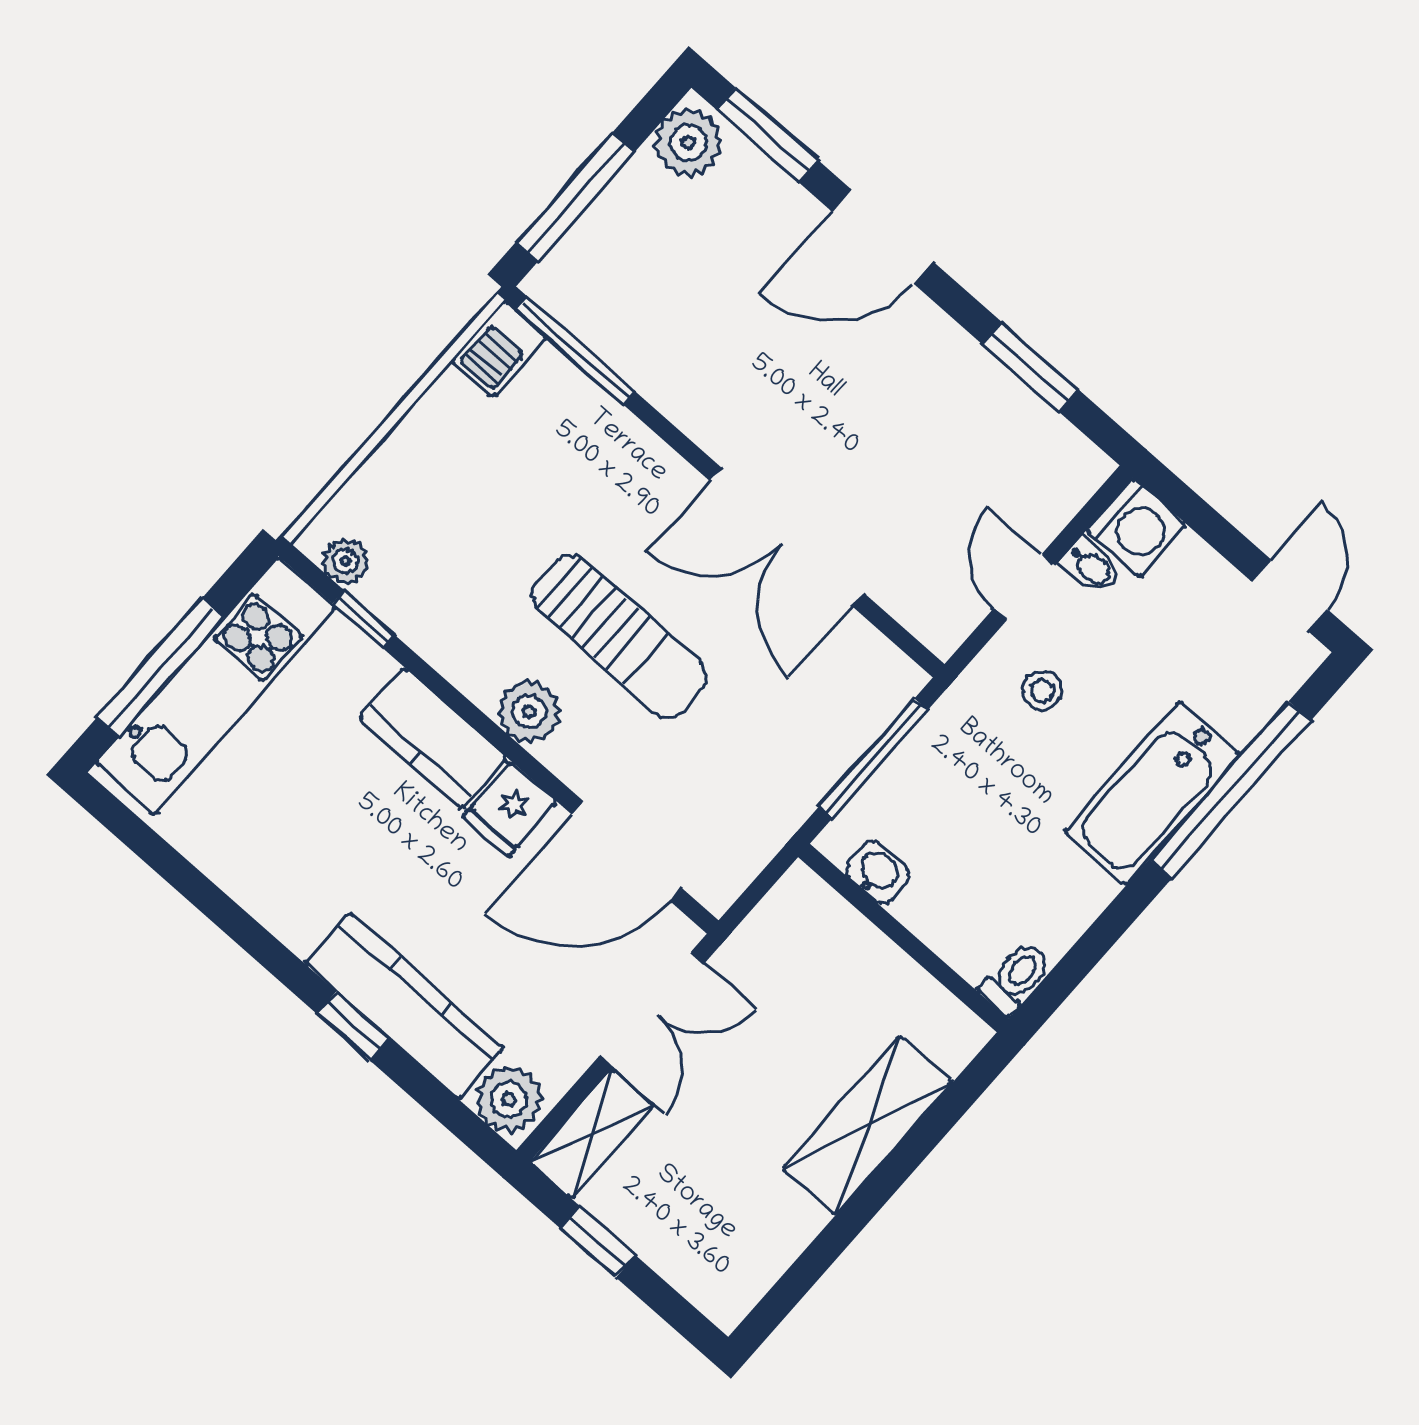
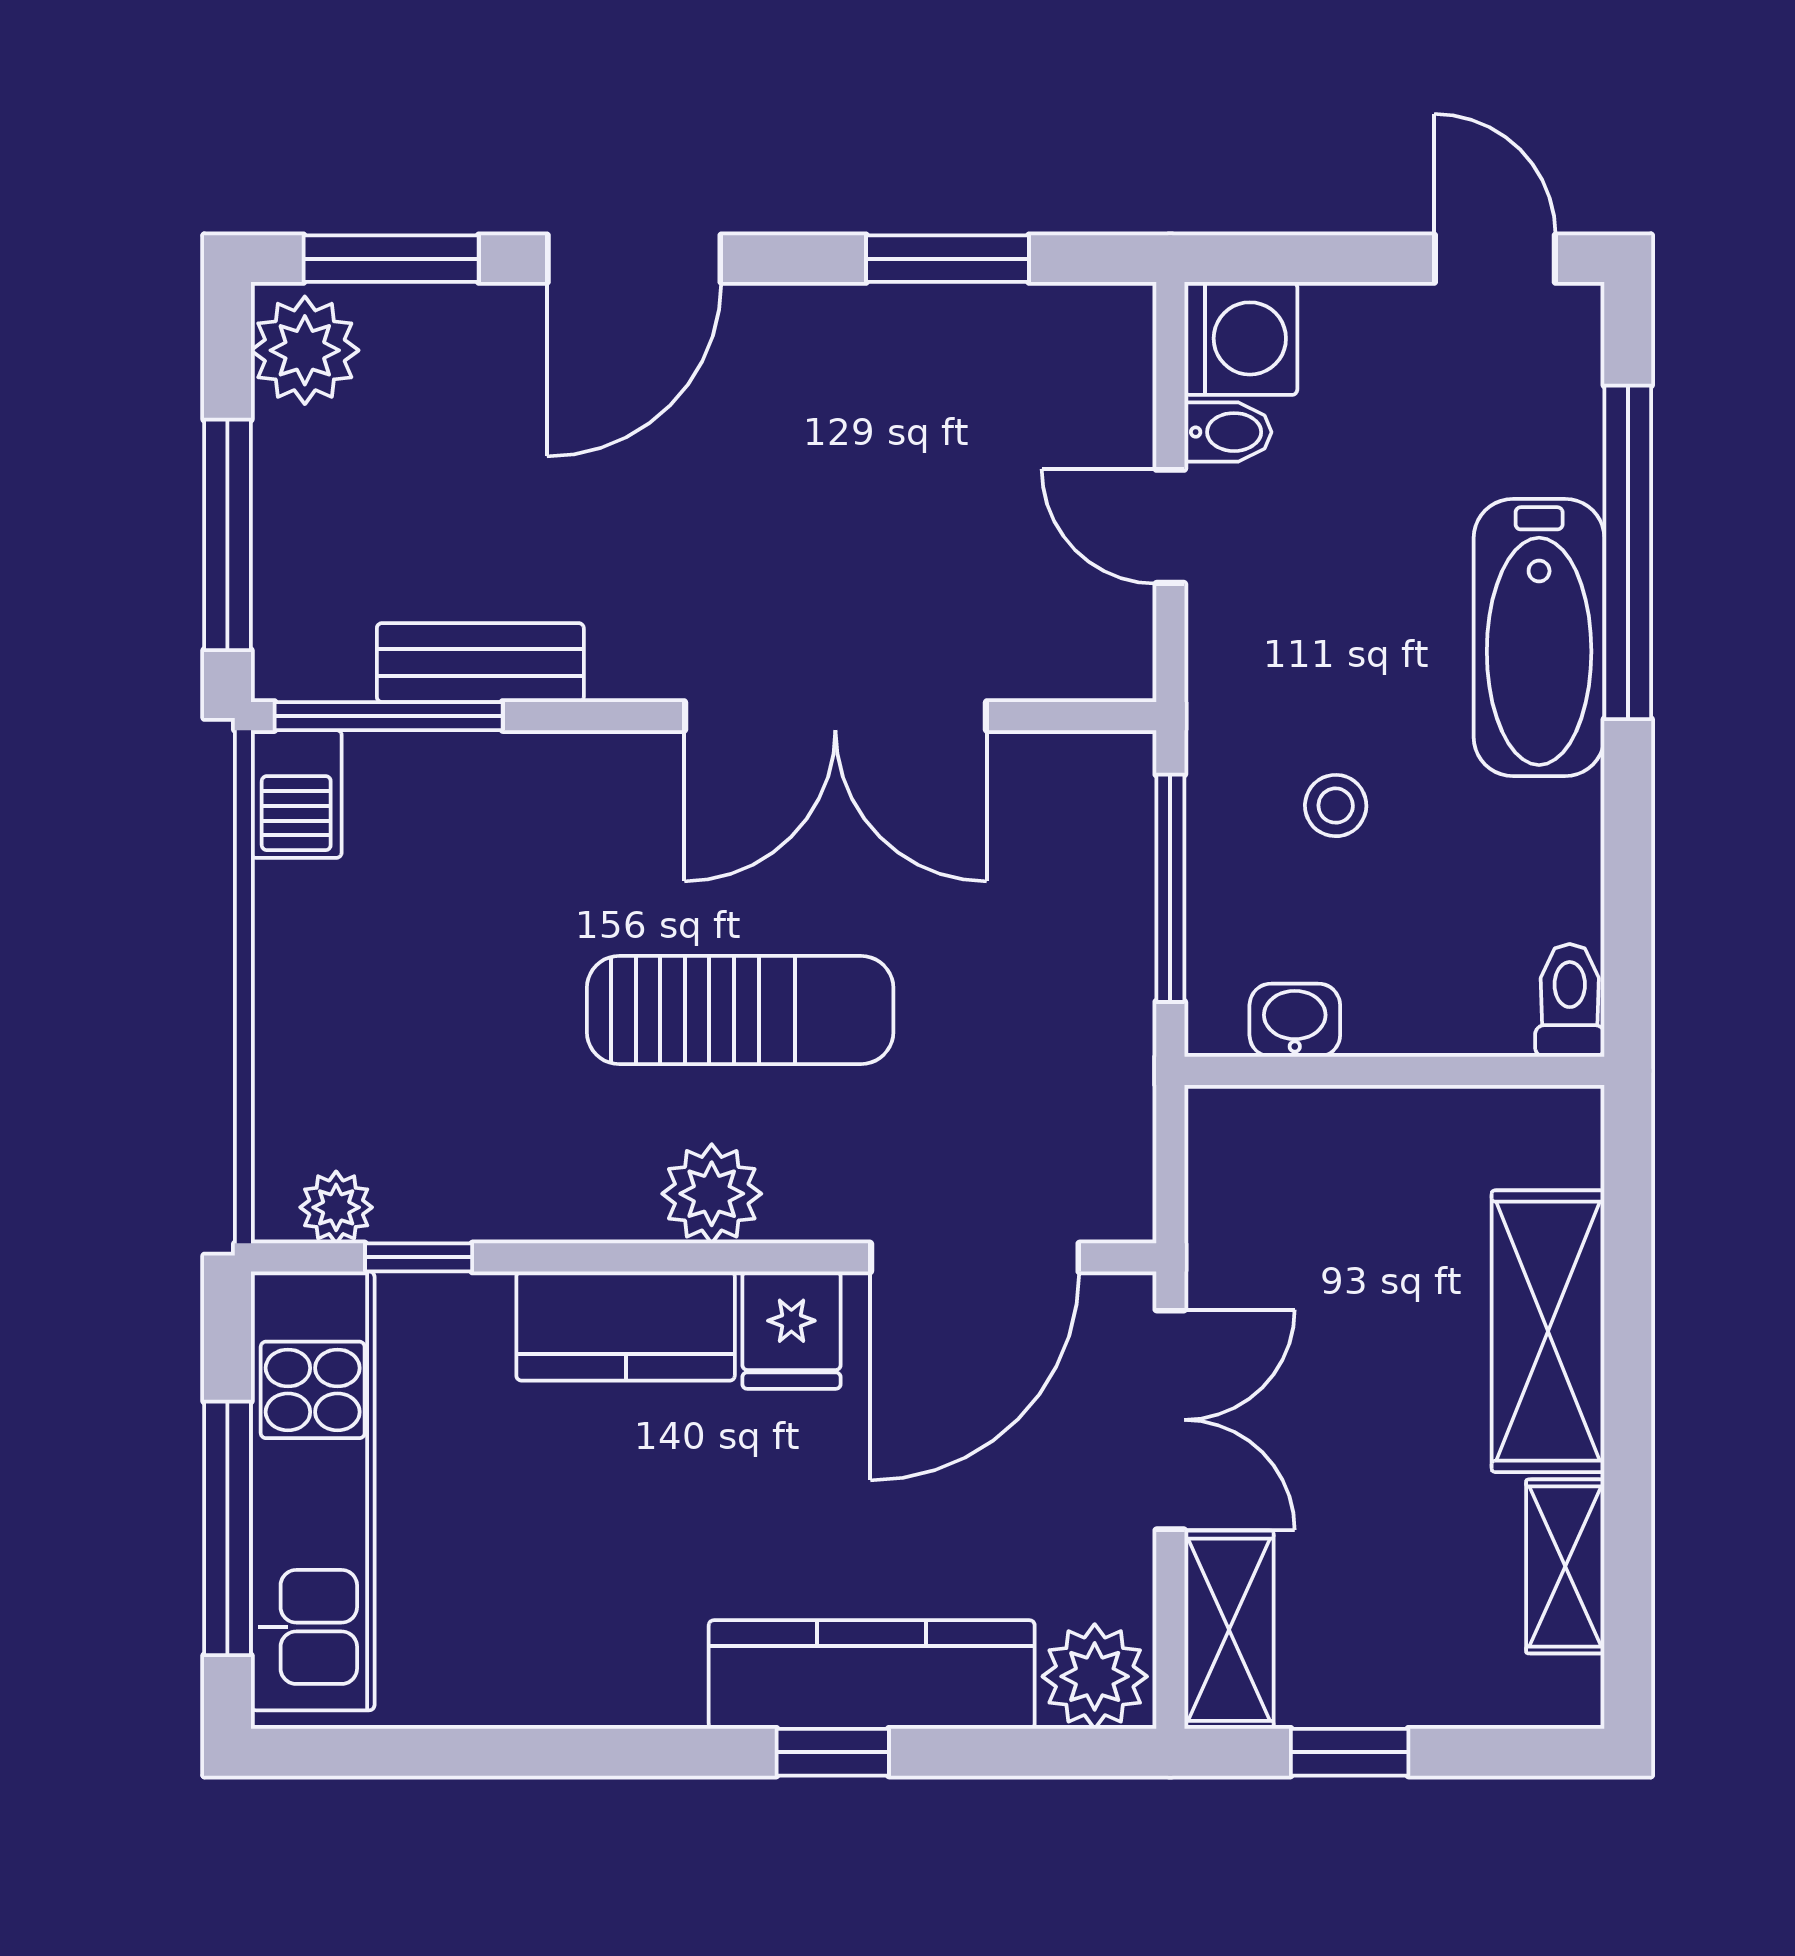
bench: (641, 363) -> (480, 663), added
stool: (1042, 690) -> (1336, 806), moved
shelving: (777, 1244) -> (1565, 1566), added

